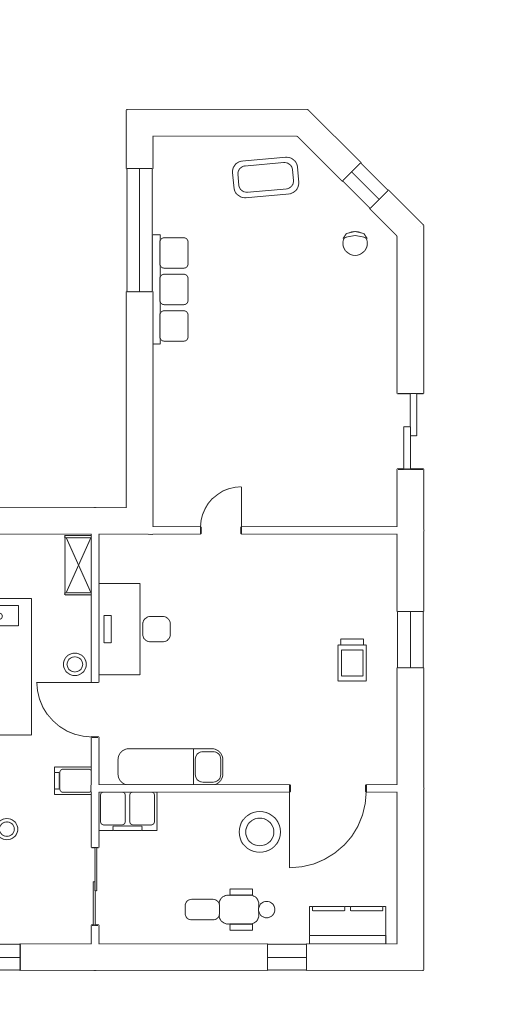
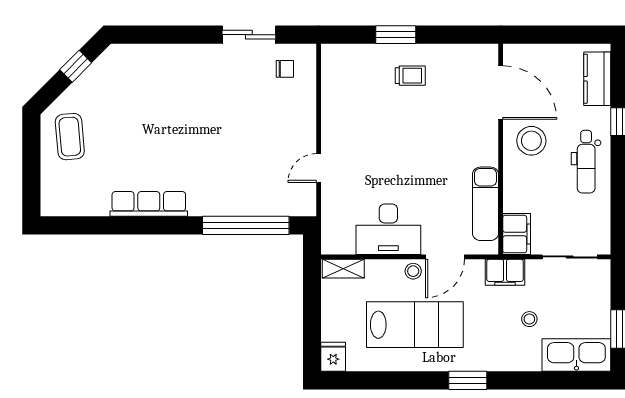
window: (140, 230) -> (246, 225), moved
chair: (355, 243) -> (285, 69), moved
door: (221, 530) -> (319, 168), hinge flipped
filing cabinet: (73, 781) -> (505, 272), width x2.00

